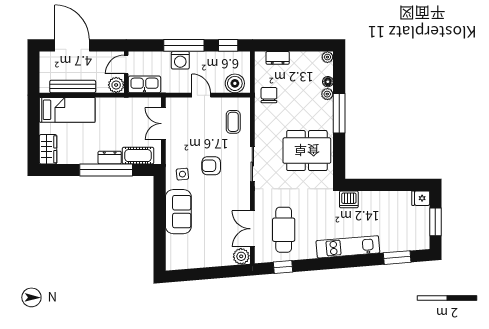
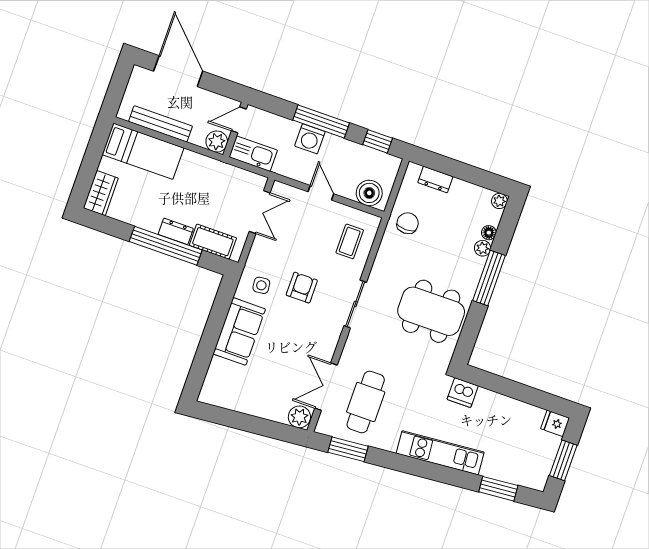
double door: (163, 124) -> (260, 212), swing flipped
armchair: (211, 166) -> (302, 288), turned 90
window: (283, 267) -> (348, 449), width x1.50

